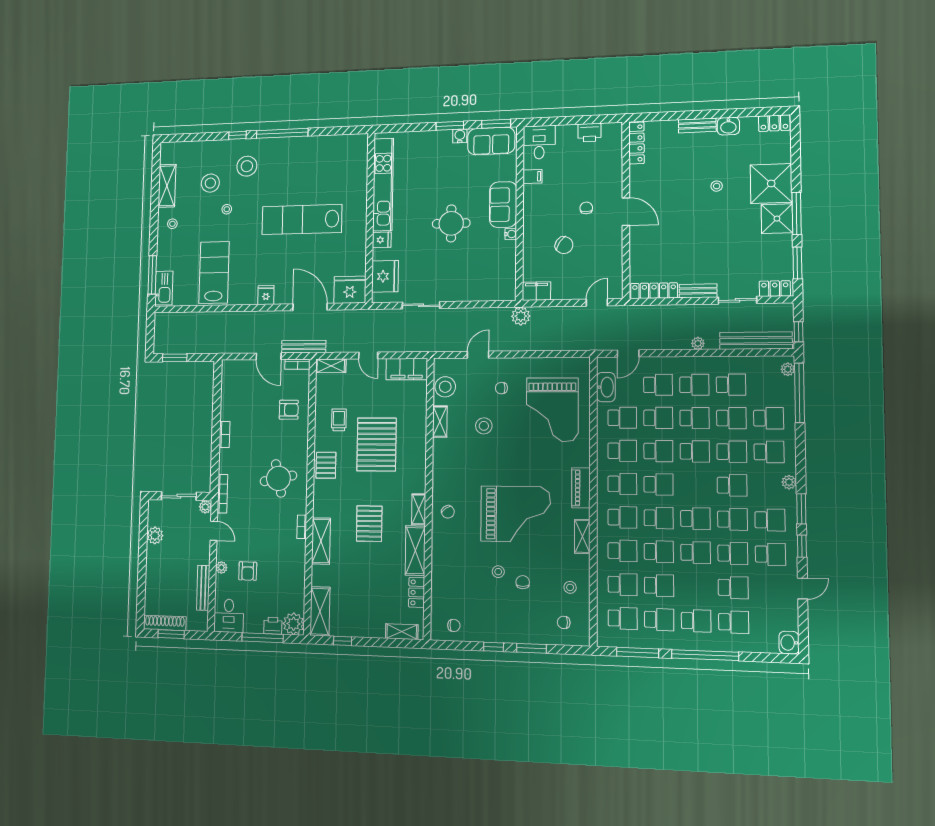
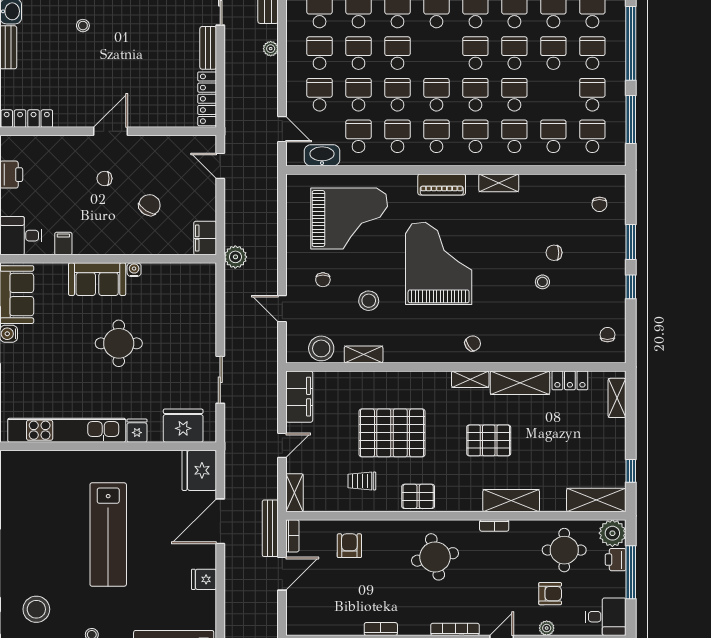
grand piano: (516, 514) -> (439, 263), moved
round table: (281, 584) -> (564, 550), added
school desk: (659, 586) -> (553, 53), moved
stool: (570, 587) -> (559, 197), removed

